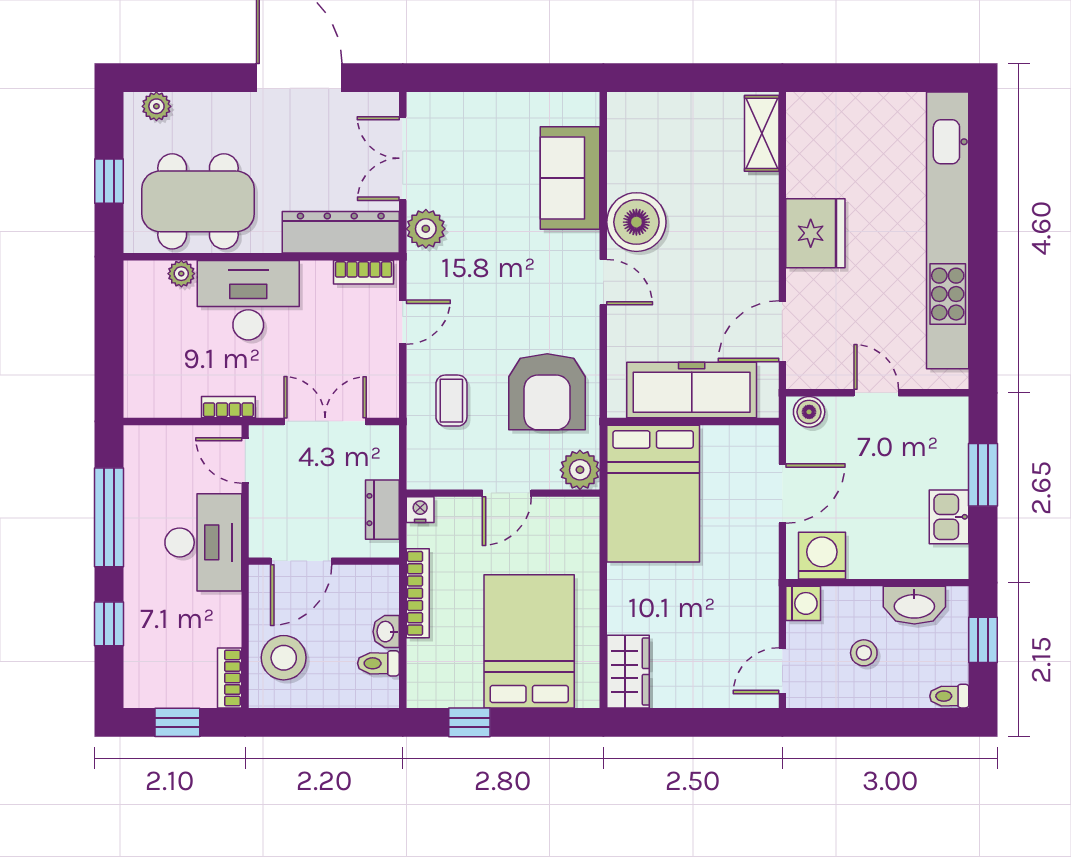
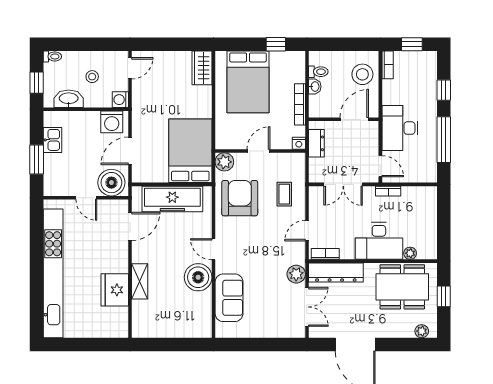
shelving: (762, 133) -> (140, 281), moved
fridge: (815, 233) -> (115, 290), moved
boiler: (809, 412) -> (111, 183), width x1.86, depth x1.86

